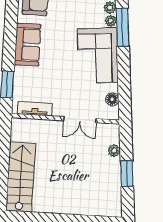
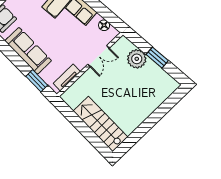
sofa: (28, 45) -> (28, 51), width x1.36
plant: (114, 151) -> (137, 59), width x1.88, depth x1.88

